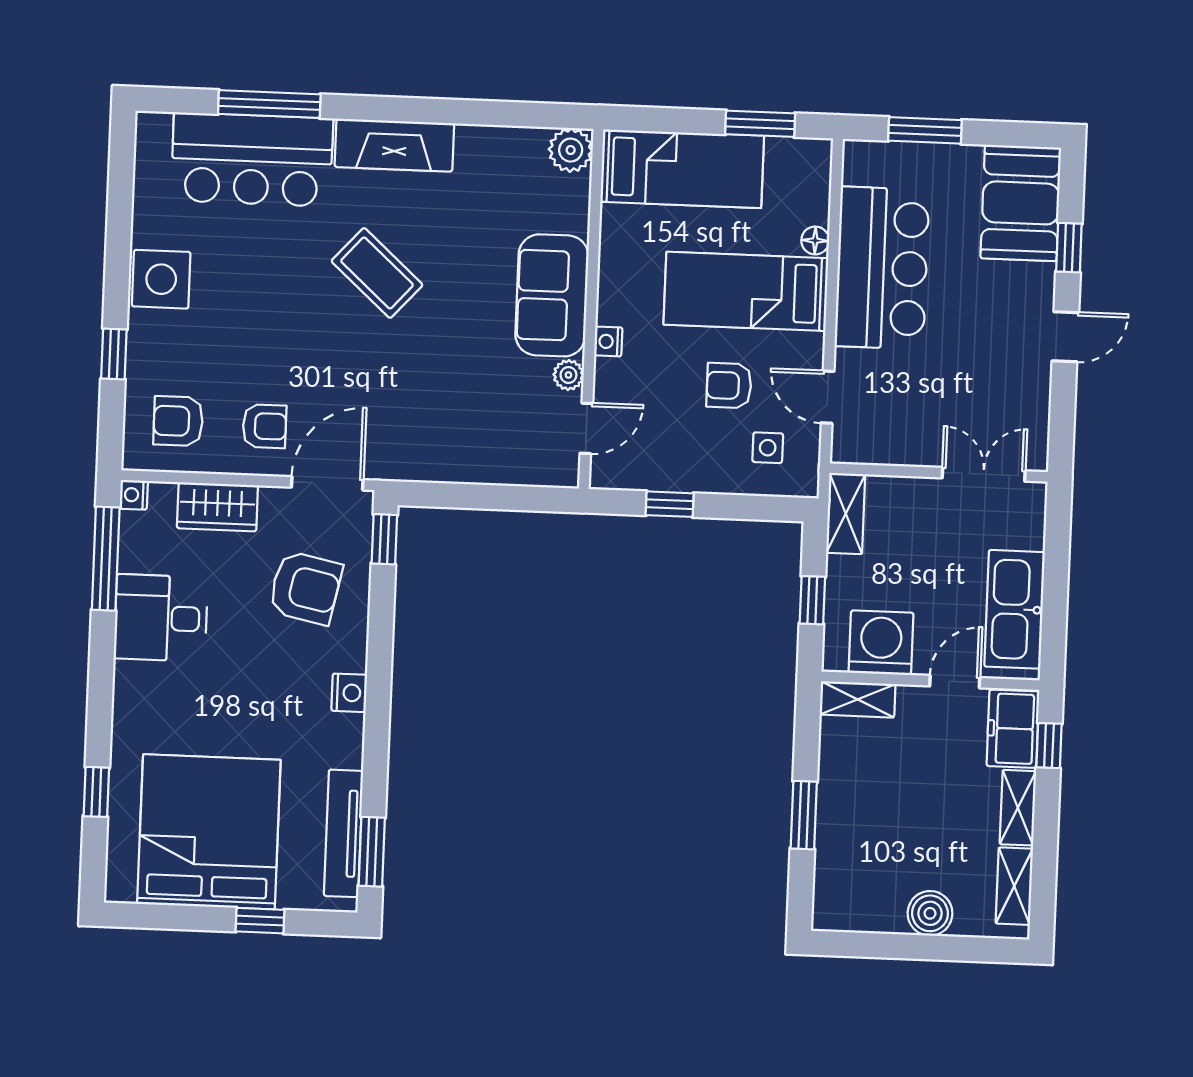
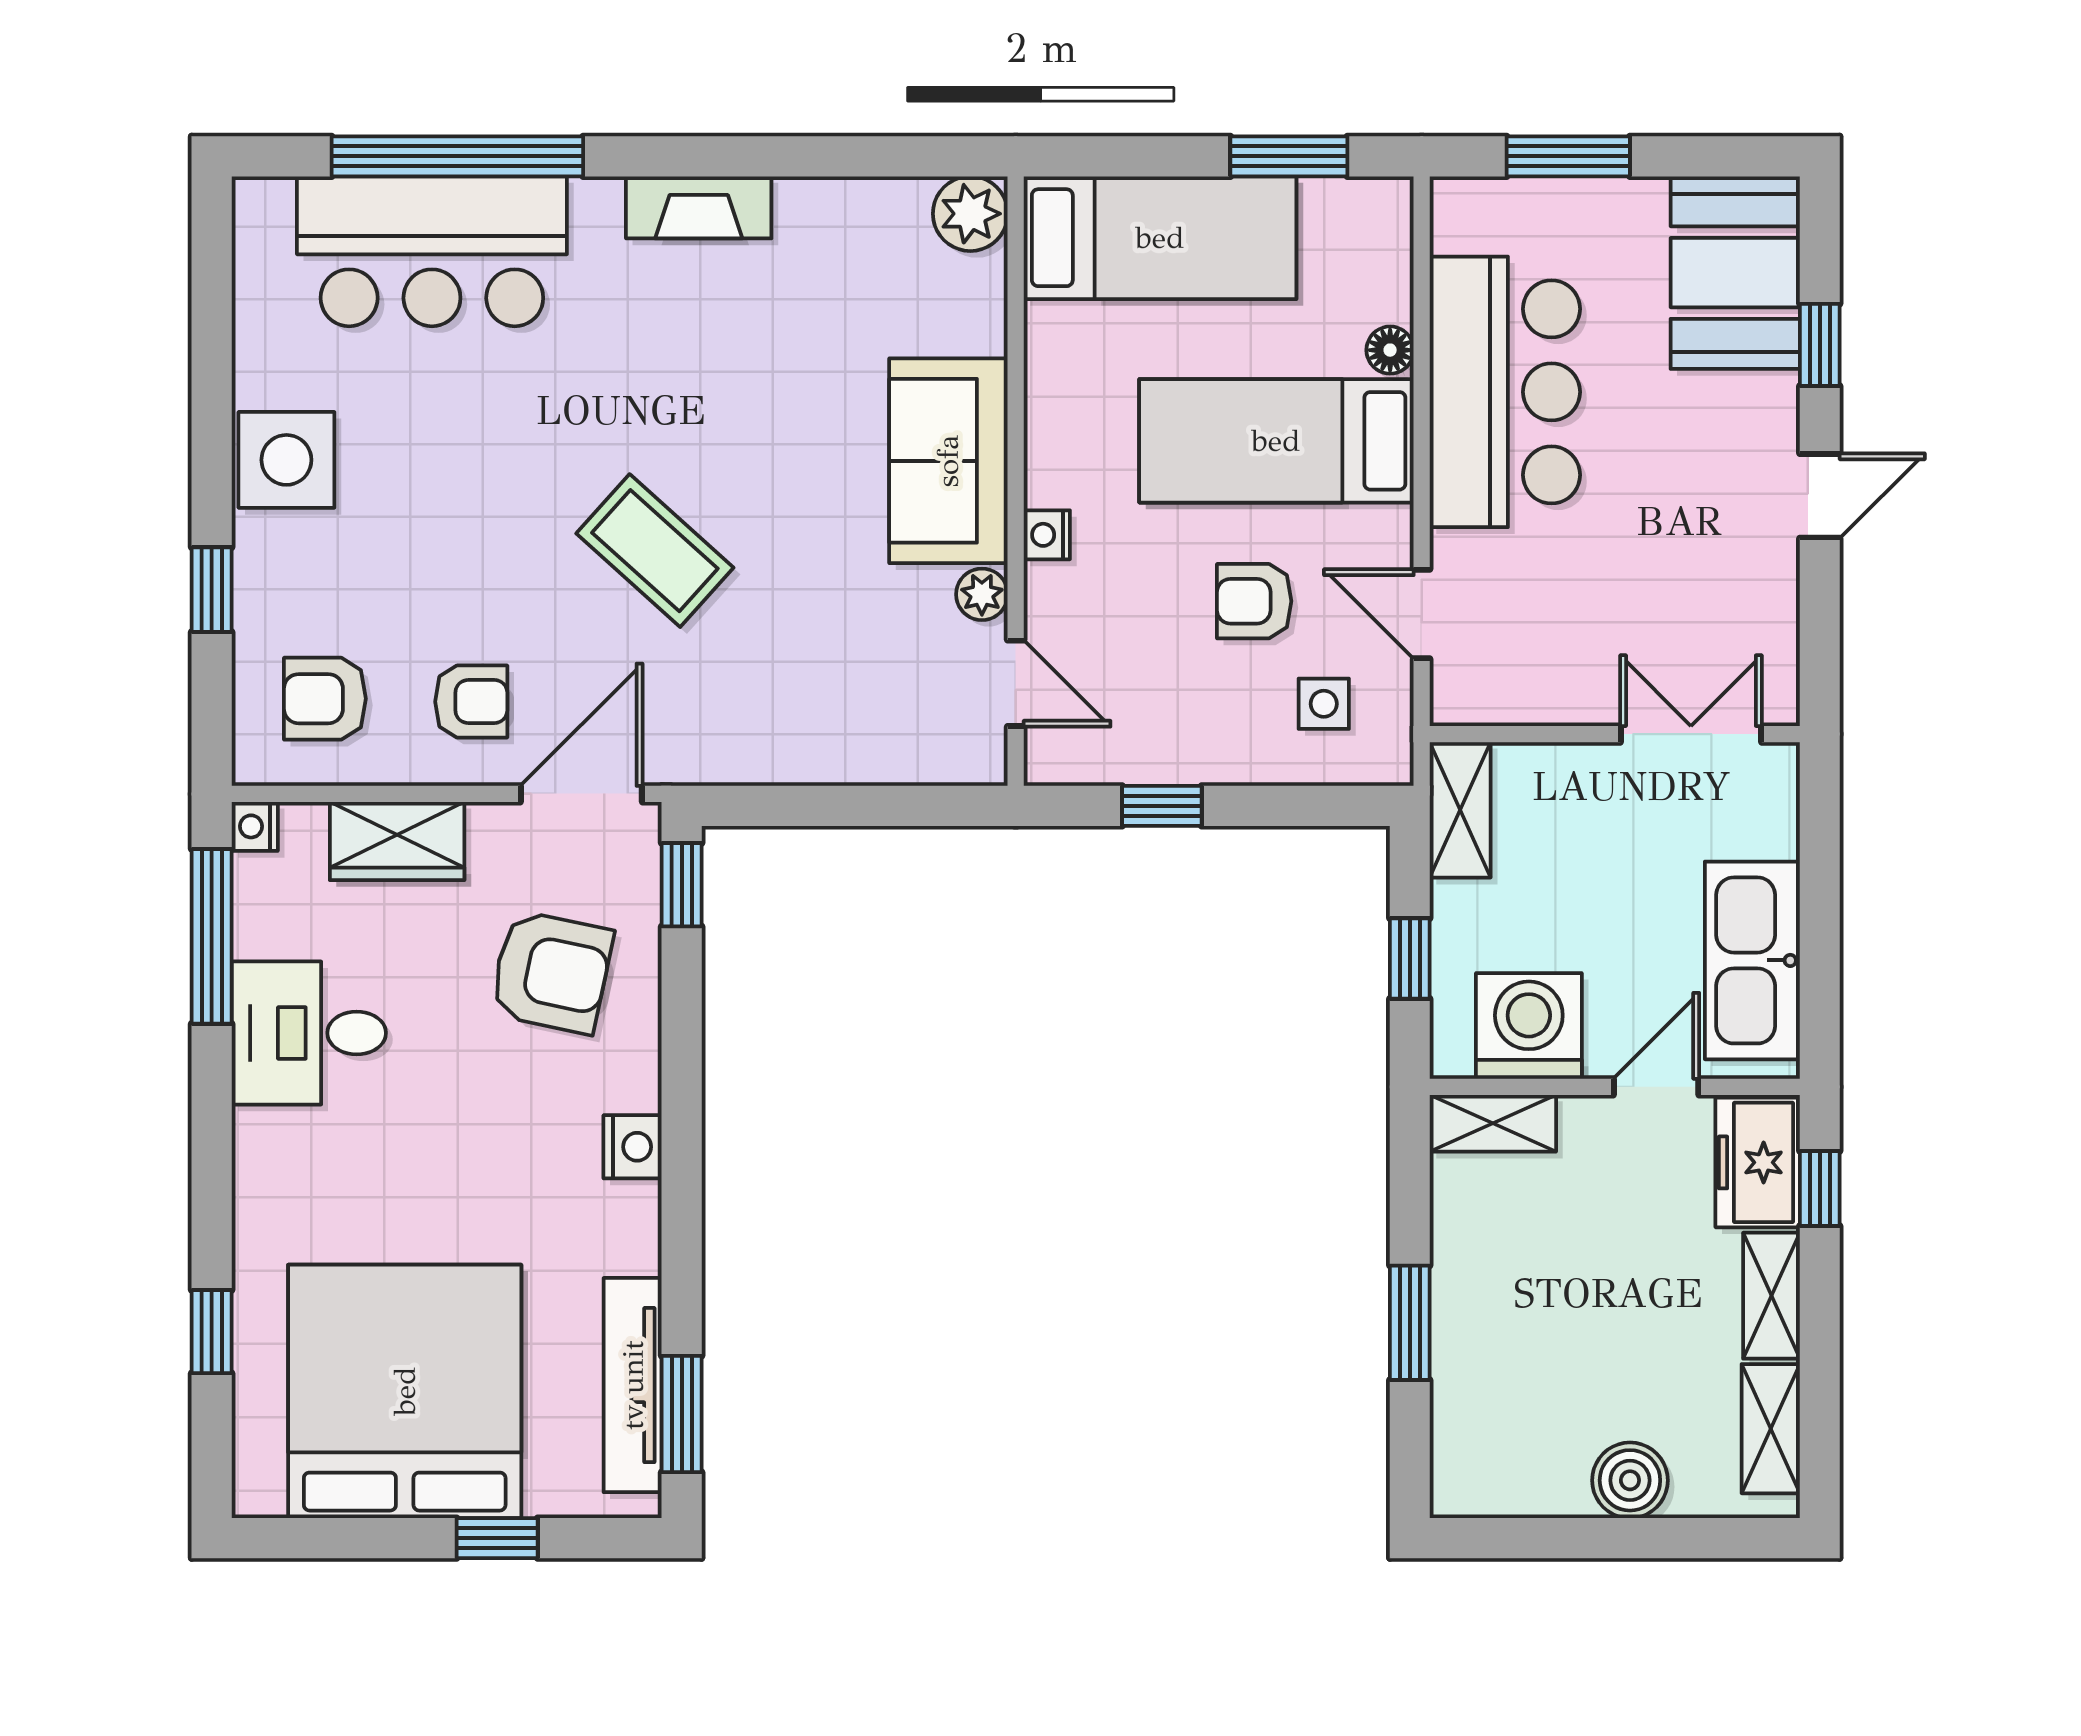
window: (269, 104) -> (457, 156), width x1.46
fireplace: (394, 145) -> (699, 207), width x0.73, depth x0.76
coffee table: (377, 273) -> (655, 551), moved
door: (586, 428) -> (1016, 683), hinge flipped

